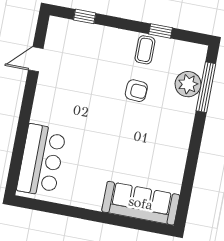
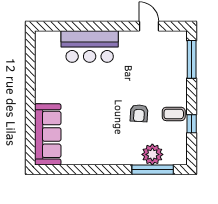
window: (85, 16) -> (192, 59), width x2.17
bar counter: (41, 160) -> (90, 47), moved

